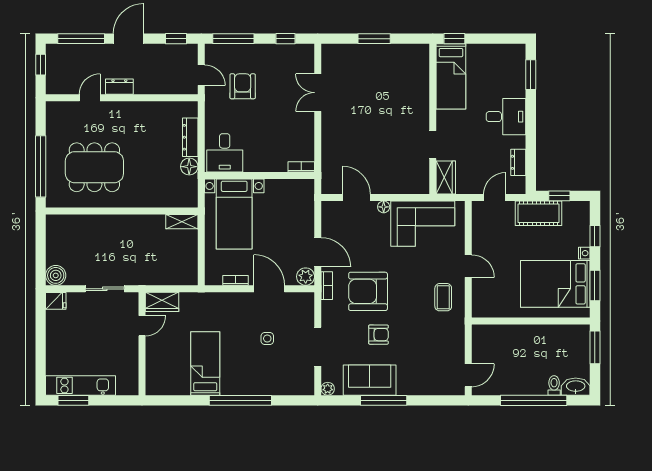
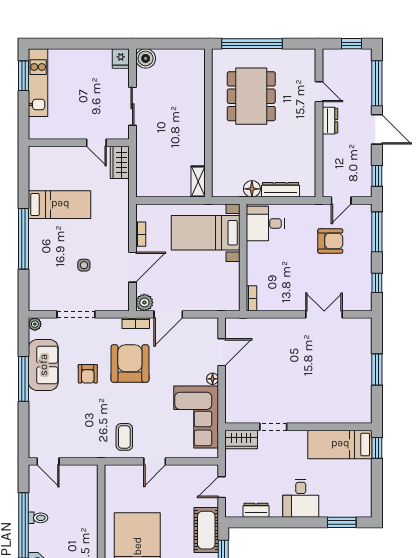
door: (495, 198) -> (222, 487), swing flipped
coffee table: (443, 297) -> (124, 437), turned 90
toilet: (554, 385) -> (38, 518), moved

